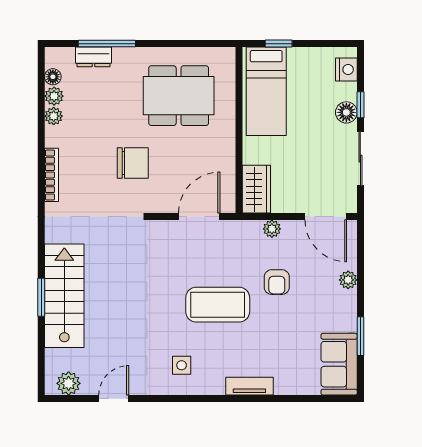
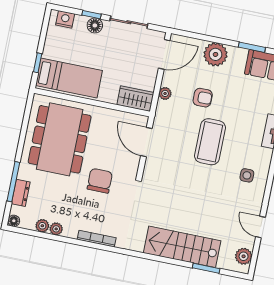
floor lamp: (53, 77) -> (14, 221), moved
dining table: (179, 96) -> (60, 139), width x1.36, depth x1.24
plant: (348, 280) -> (215, 54), width x1.88, depth x1.88
window: (41, 297) -> (206, 268), moved

